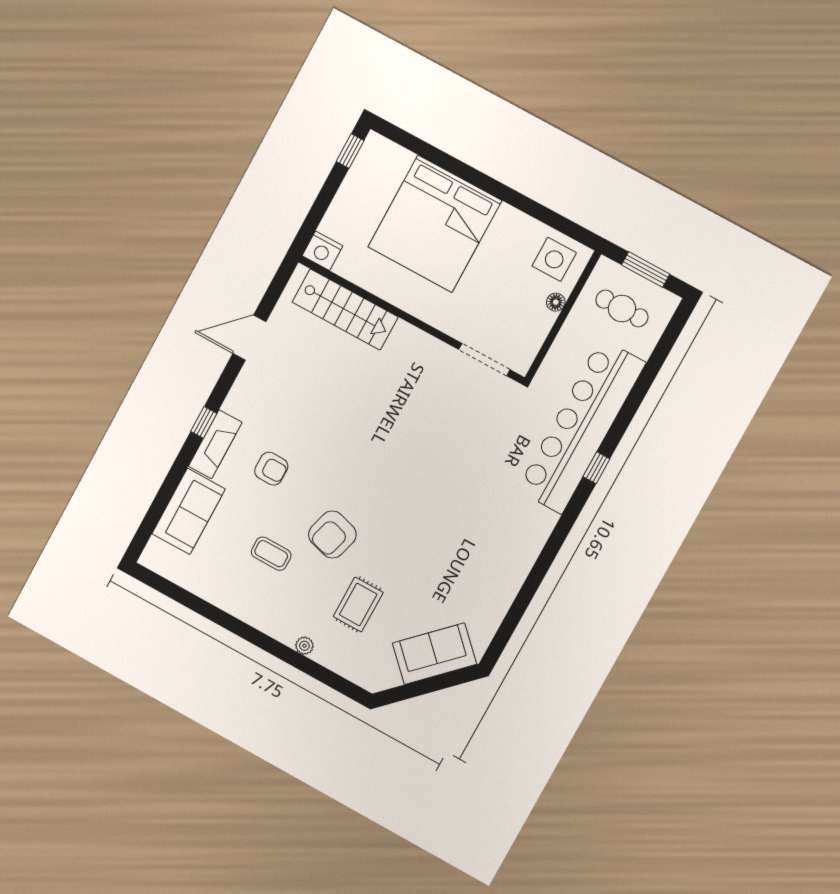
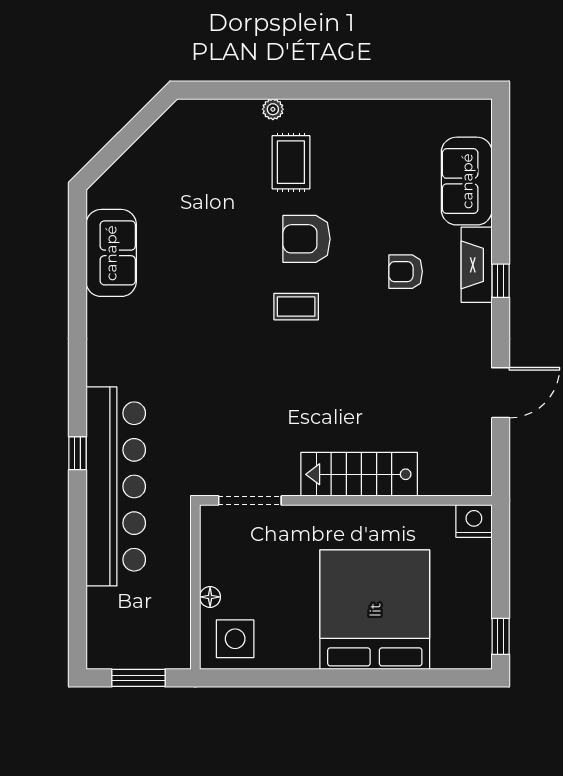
stairs: (345, 309) -> (359, 474), moved
cafe table: (622, 309) -> (140, 626), removed
armchair: (332, 535) -> (307, 239), turned -106
coffee table: (271, 554) -> (296, 307), moved
rug: (358, 604) -> (291, 162), moved
sofa: (434, 654) -> (111, 253), moved, turned -45

